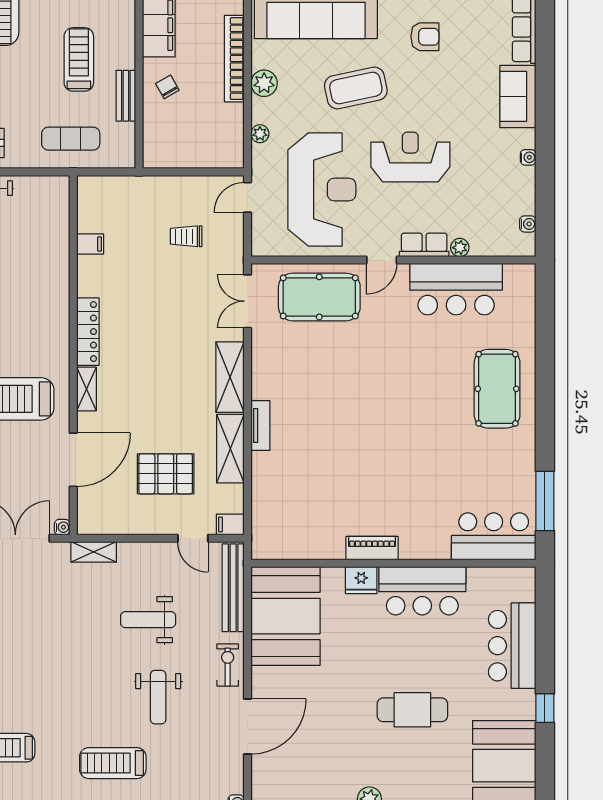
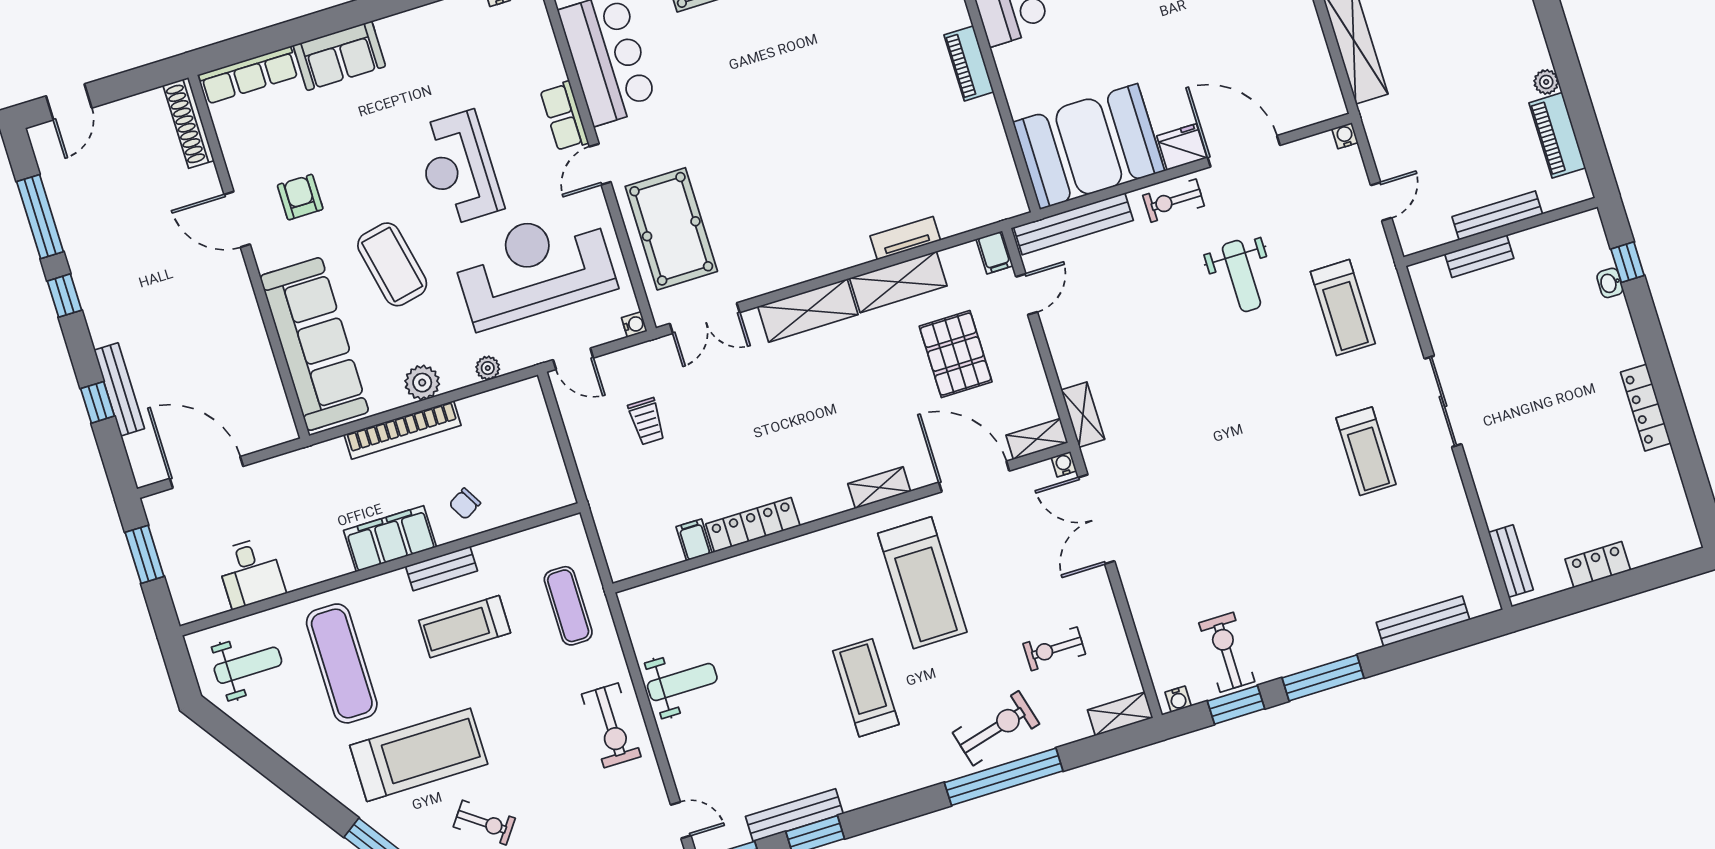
bench: (126, 96) -> (442, 569), moved
water cooler: (528, 157) -> (634, 324), moved, turned 90
plant: (460, 248) -> (554, 70), removed
door: (382, 260) -> (600, 164), swing flipped
locker: (88, 332) -> (753, 525), moved
tv unit: (260, 426) -> (905, 238), moved
shelving: (86, 513) -> (1037, 439), added
fridge: (361, 580) -> (1182, 147), moved, turned -90
weight bench: (148, 620) -> (1147, 319), removed
weight bench: (158, 697) -> (1241, 276), turned 90

